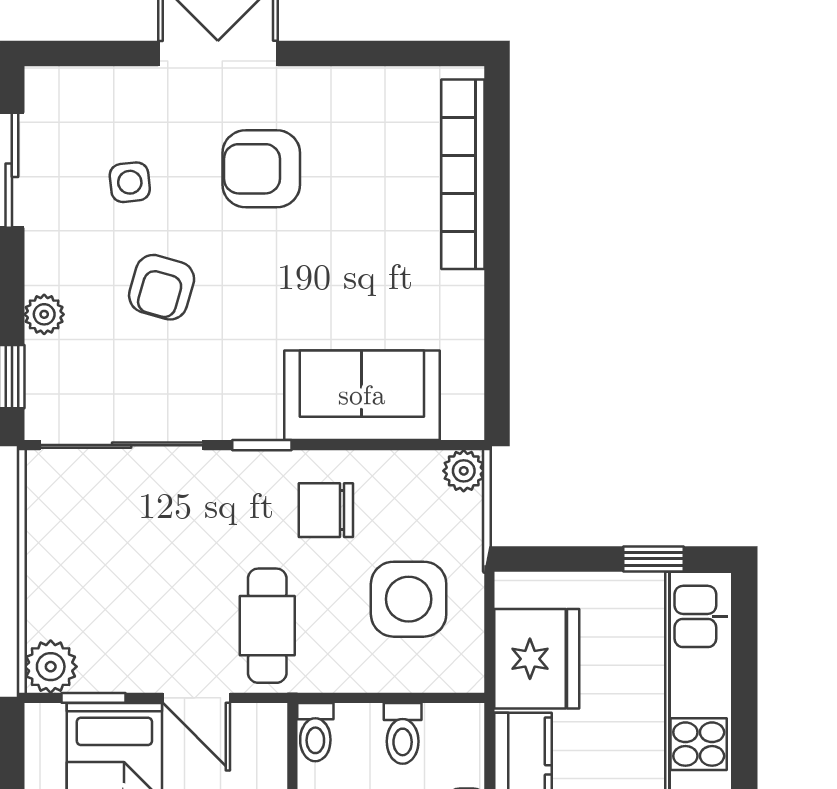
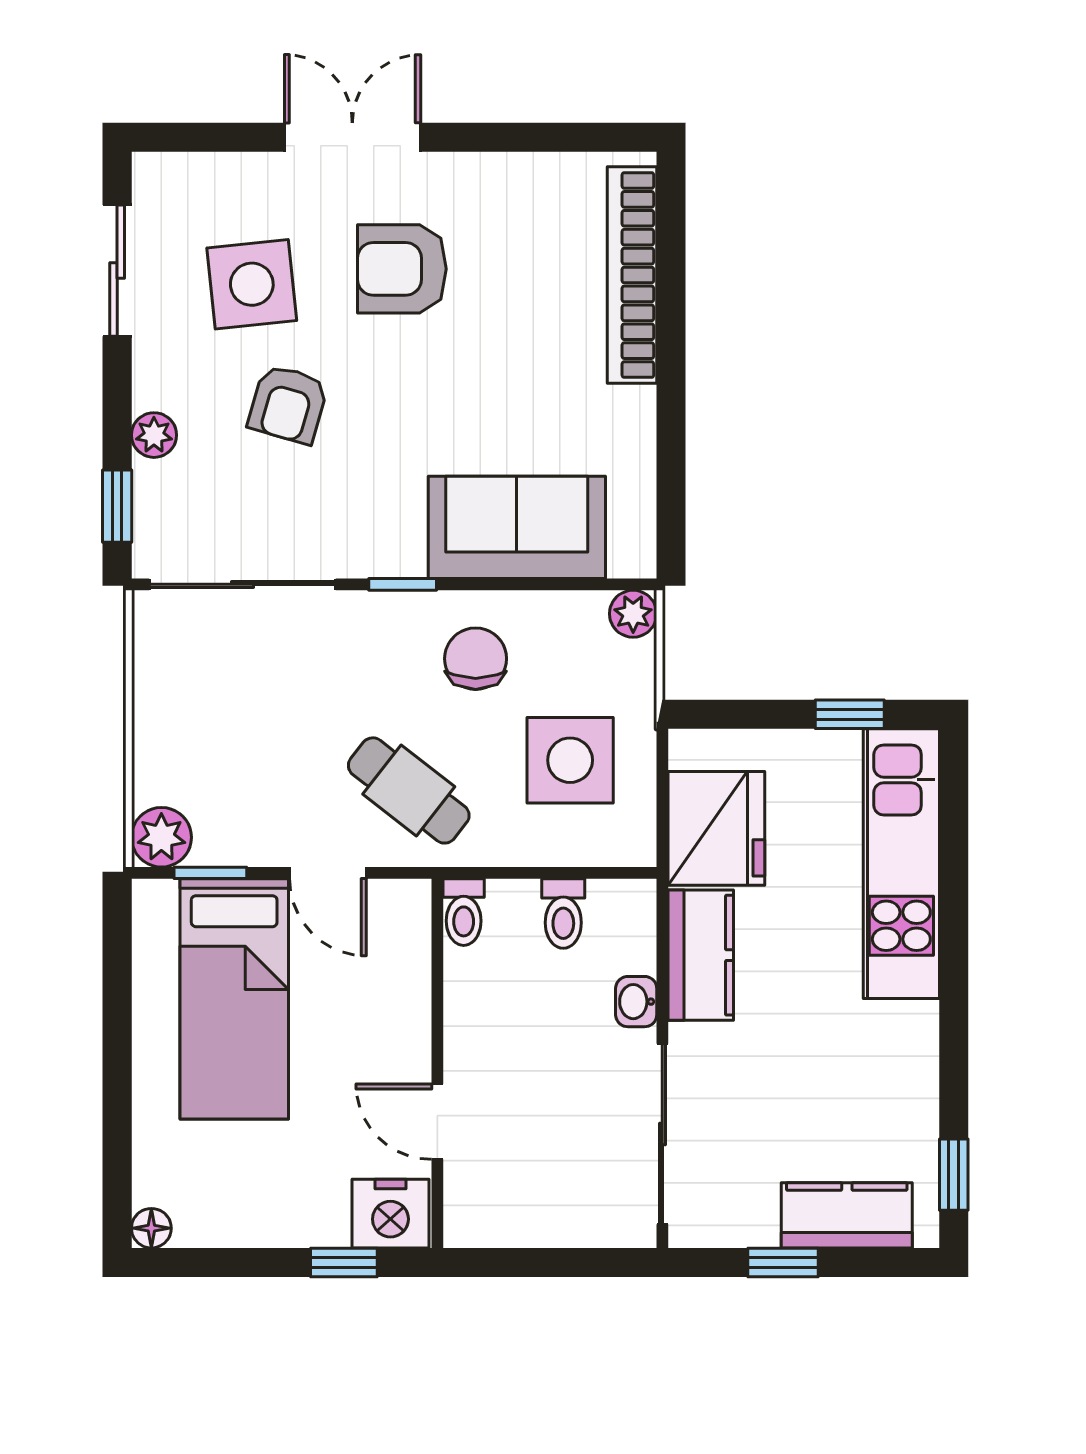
side table: (130, 182) -> (252, 284), width x1.87, depth x1.87
chair: (326, 510) -> (476, 659), turned 90
cafe table: (267, 626) -> (409, 790), turned -52

